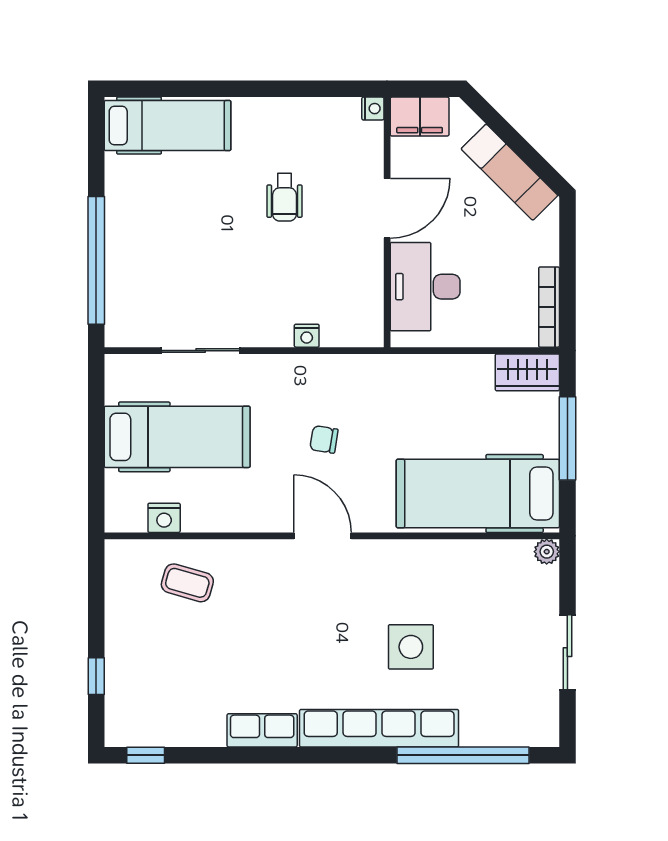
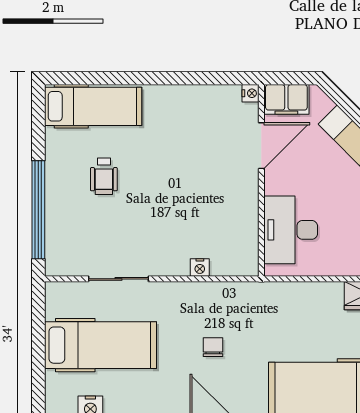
wheelchair: (285, 197) -> (104, 176), moved
door: (387, 208) -> (261, 146), moved
chair: (324, 439) -> (213, 347), turned 81

